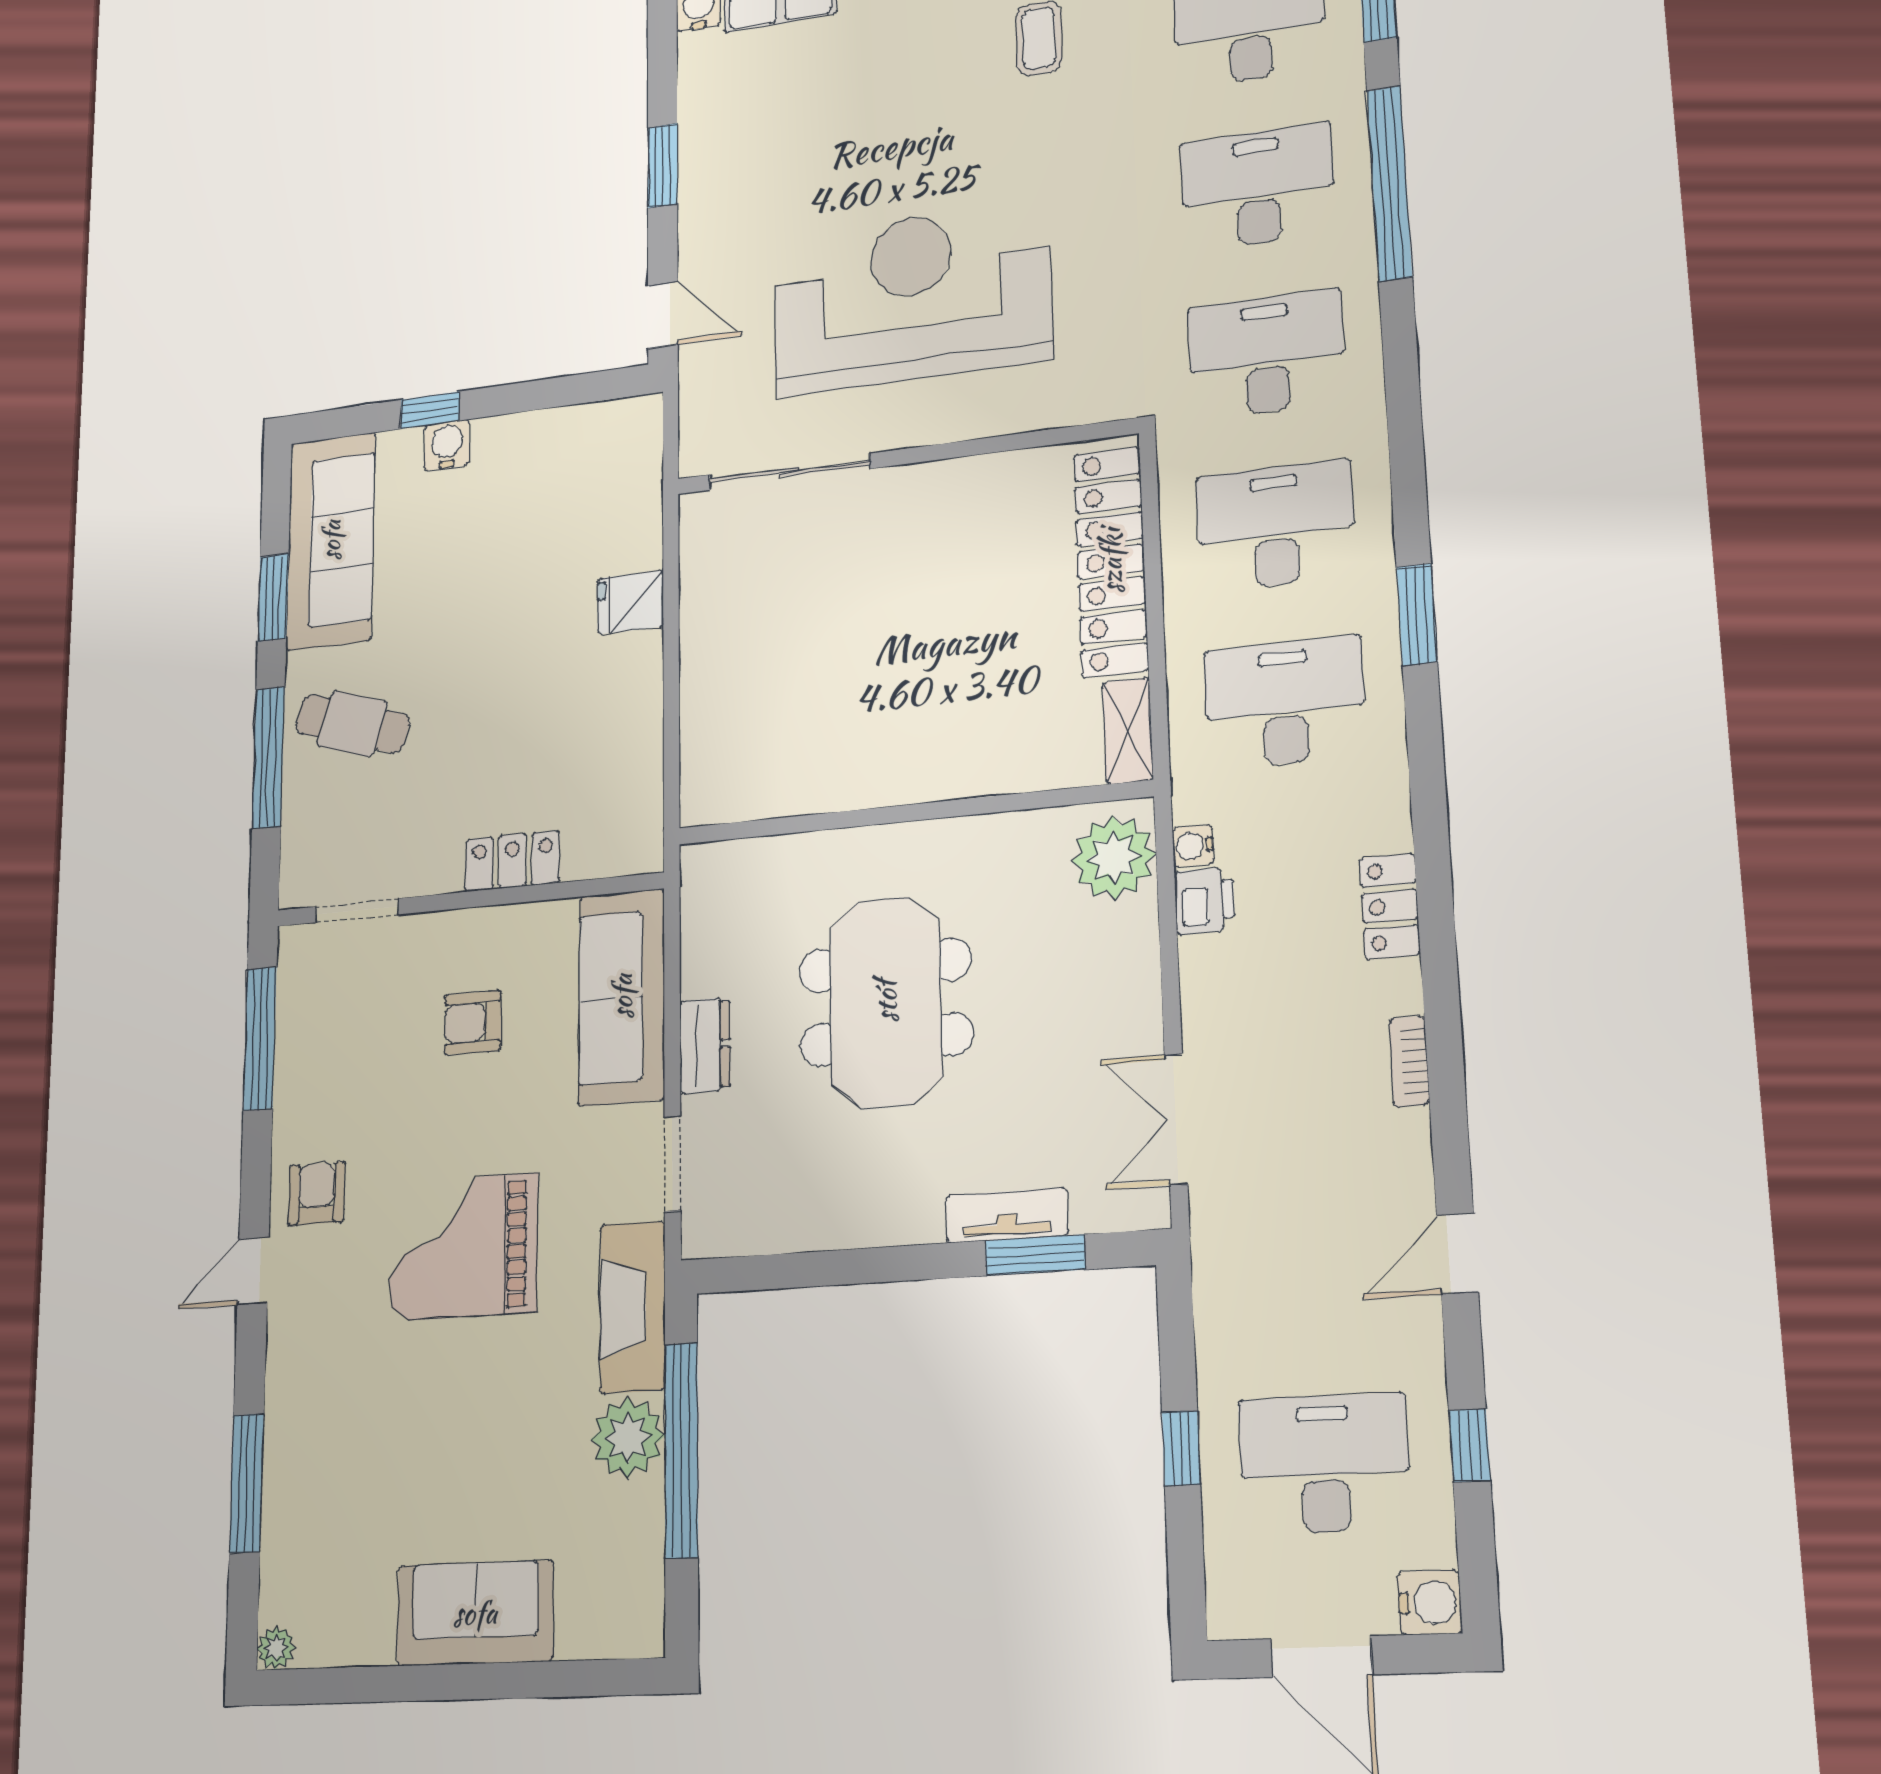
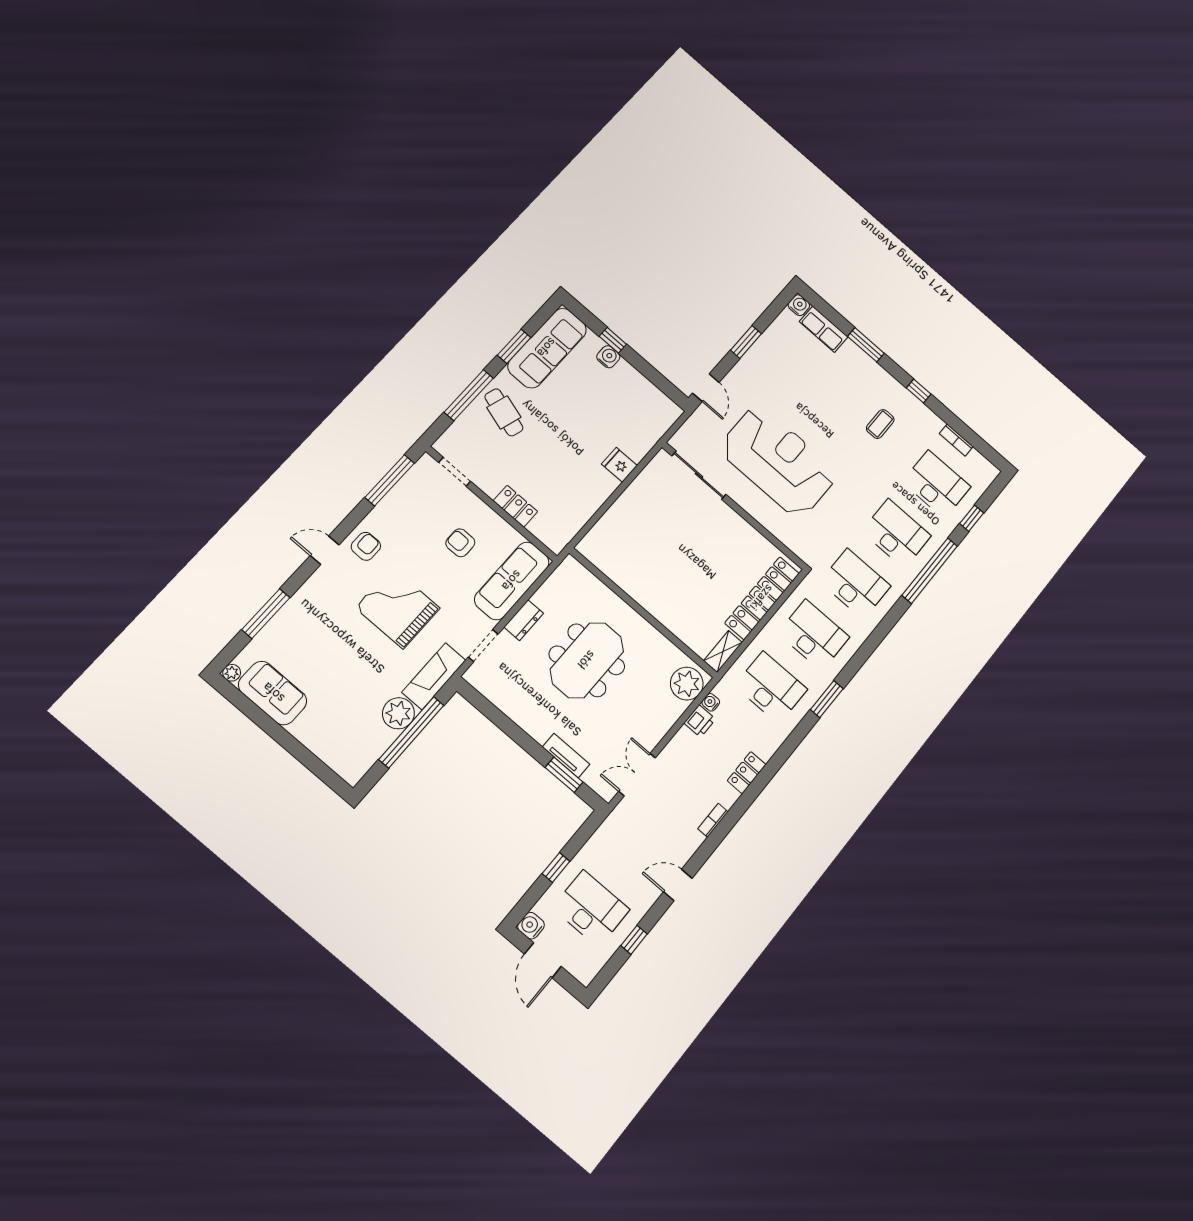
water cooler: (1430, 1602) -> (531, 926), moved, turned 180
sofa: (475, 1613) -> (273, 693), moved

